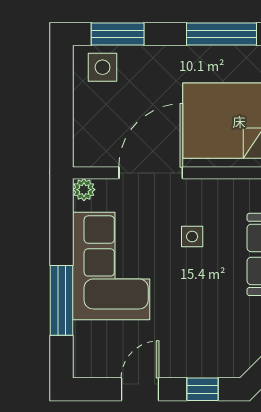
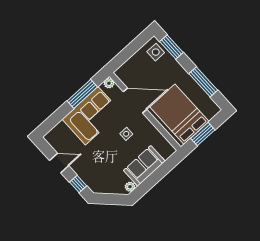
window: (62, 300) -> (82, 94), moved

